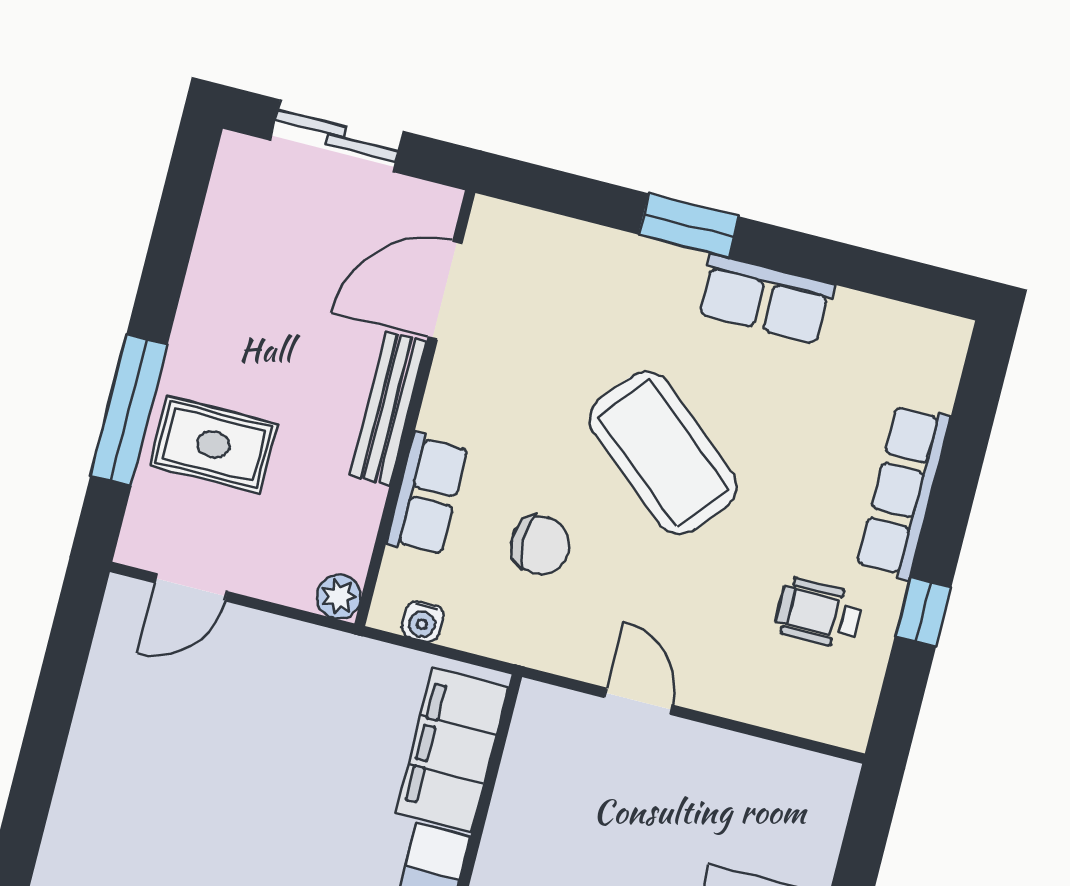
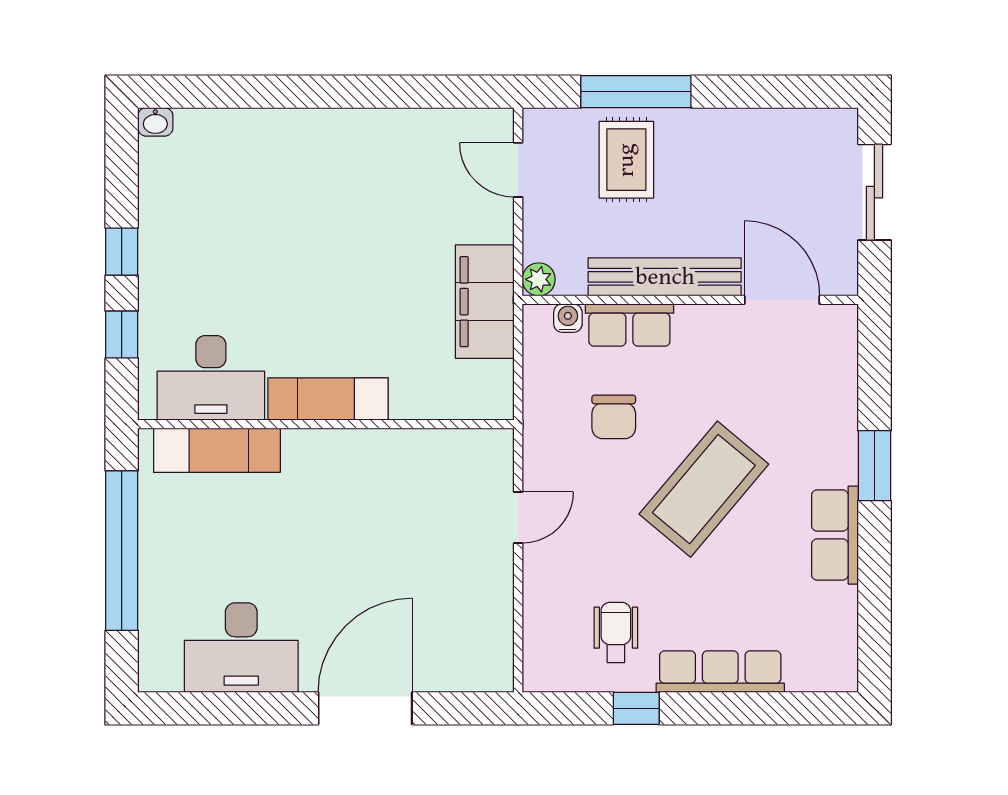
bench: (388, 408) -> (665, 277), width x1.37, depth x1.21
water cooler: (423, 621) -> (568, 318), moved, turned 90
filing cabinet: (452, 750) -> (485, 302), moved, turned -90

